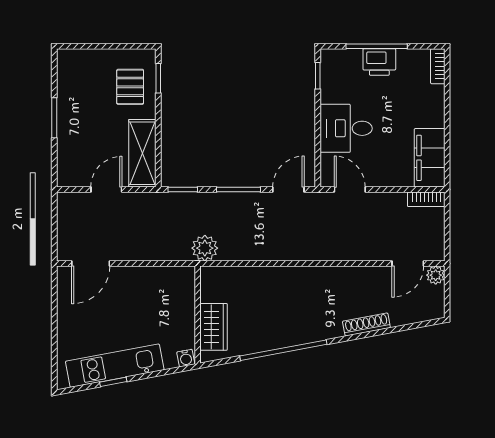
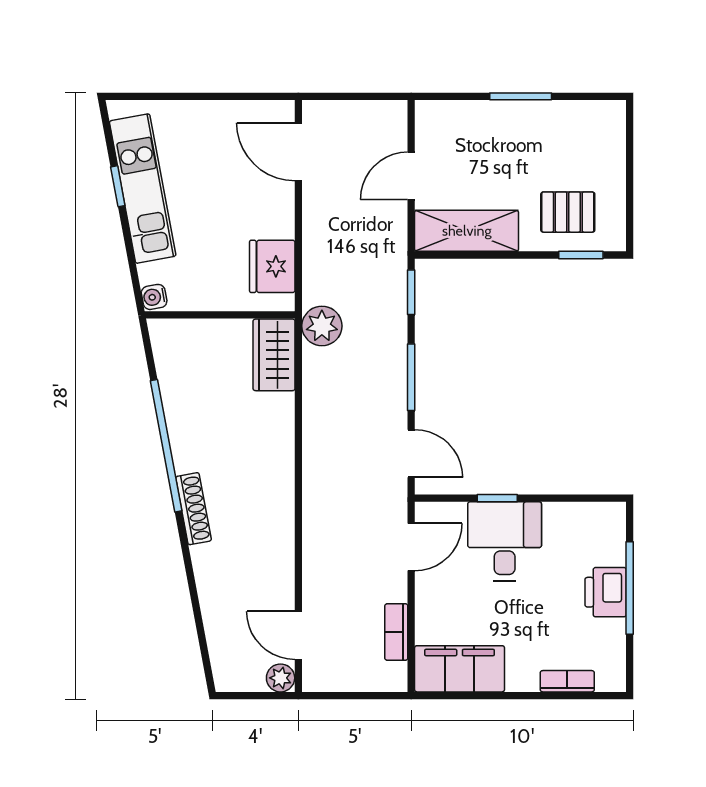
bookcase: (438, 66) -> (567, 681), moved
window: (318, 76) -> (497, 498), moved
door: (106, 190) -> (411, 176), swing flipped
bookcase: (426, 199) -> (396, 632), moved
fridge: (166, 281) -> (272, 266), added
shoe rack: (366, 324) -> (193, 509), moved
wardrobe: (214, 327) -> (274, 355), moved, turned 90

